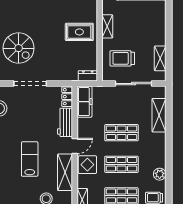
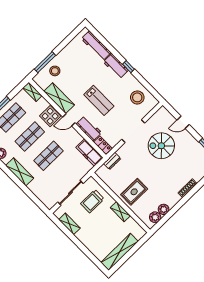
trolley: (122, 58) -> (92, 201), turned 180
dresser: (88, 76) -> (112, 161), moved
shelving: (159, 115) -> (20, 172), moved
door: (75, 146) -> (69, 120), hinge flipped
lab bench: (30, 159) -> (99, 100), moved

